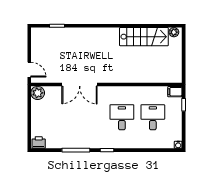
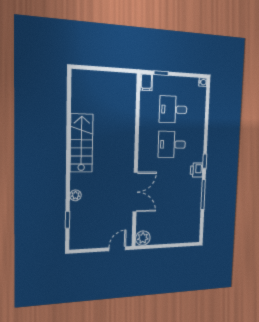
plant: (174, 32) -> (75, 195), moved
stairs: (144, 37) -> (82, 143), moved
printer: (39, 142) -> (197, 170), moved

